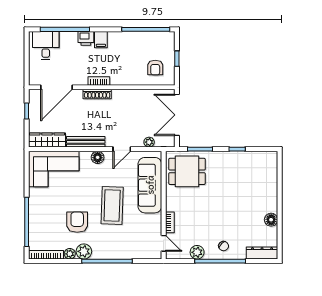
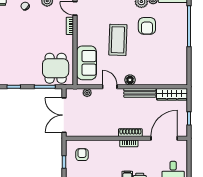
double door: (177, 115) -> (64, 115), swing flipped
door: (122, 149) -> (110, 87), hinge flipped
corner sofa: (54, 169) -> (166, 70), removed
dining table: (187, 171) -> (56, 68), turned 90
sofa: (150, 185) -> (86, 63), width x0.73

